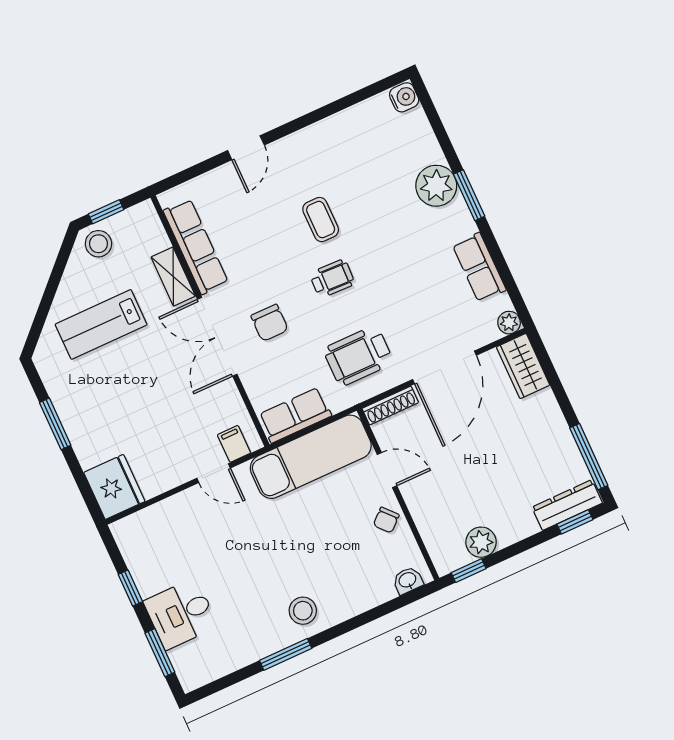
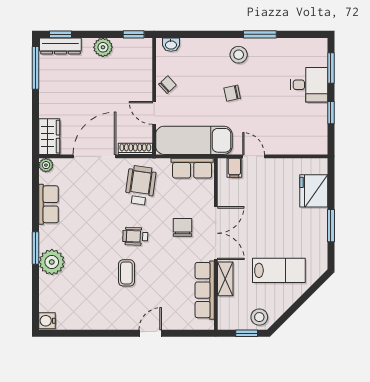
wheelchair: (358, 356) -> (141, 185), turned -82
fridge: (114, 487) -> (314, 191), moved
plant: (481, 542) -> (103, 47), moved
chair: (287, 551) -> (232, 93), added

